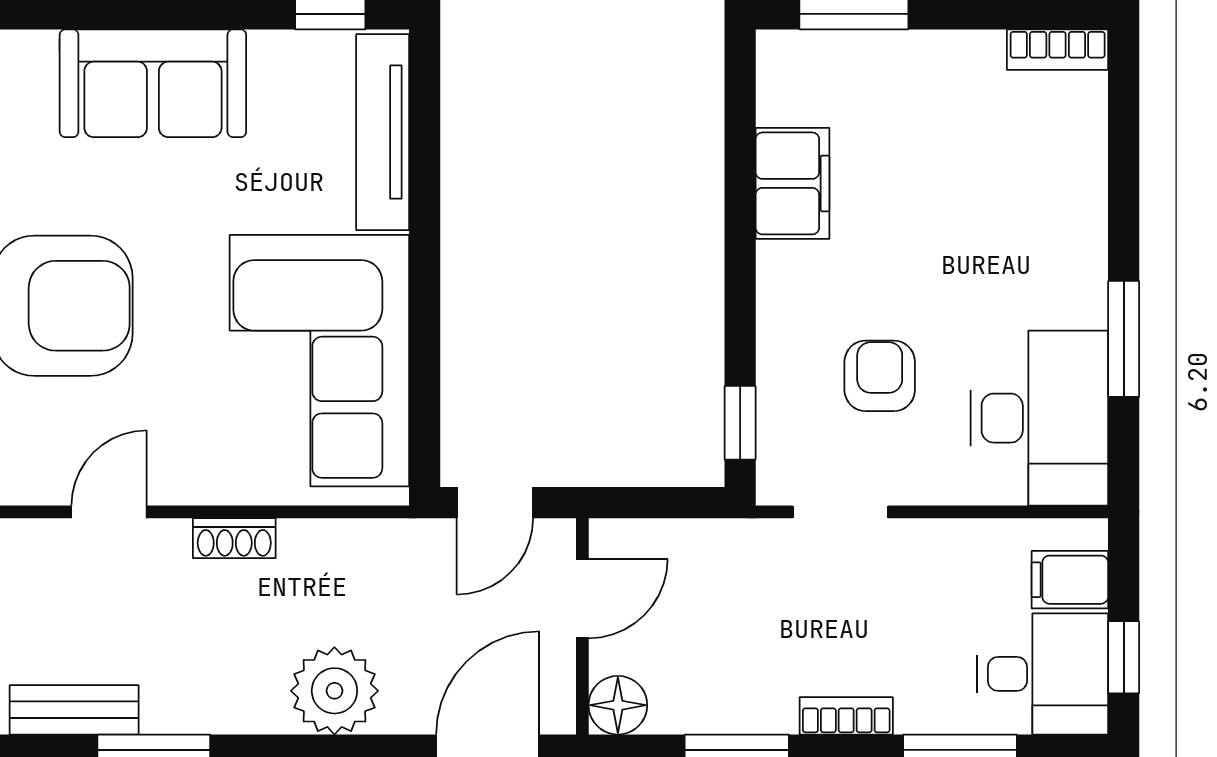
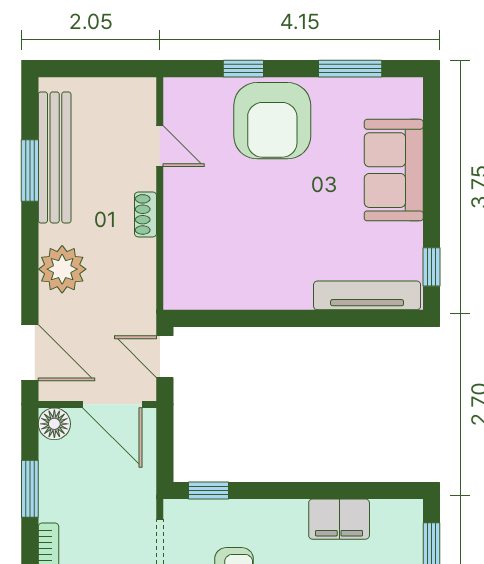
corner sofa: (319, 361) -> (242, 261), removed
door: (582, 599) -> (112, 404), width x1.38
bench: (74, 710) -> (55, 157), width x1.86, depth x1.21

